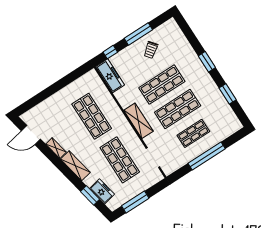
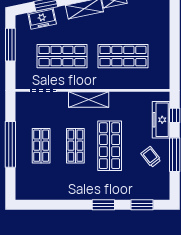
freezer: (110, 76) -> (161, 120), moved, turned 90
window: (228, 94) -> (142, 205), moved
shop shelf: (178, 109) -> (75, 146), width x0.70, depth x0.74

